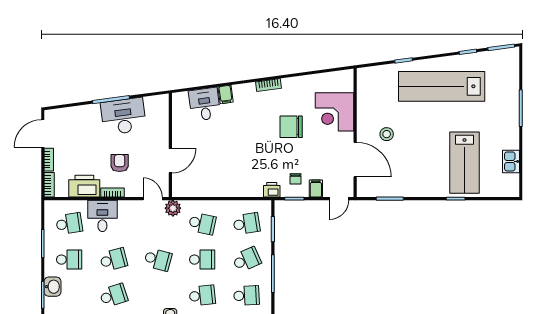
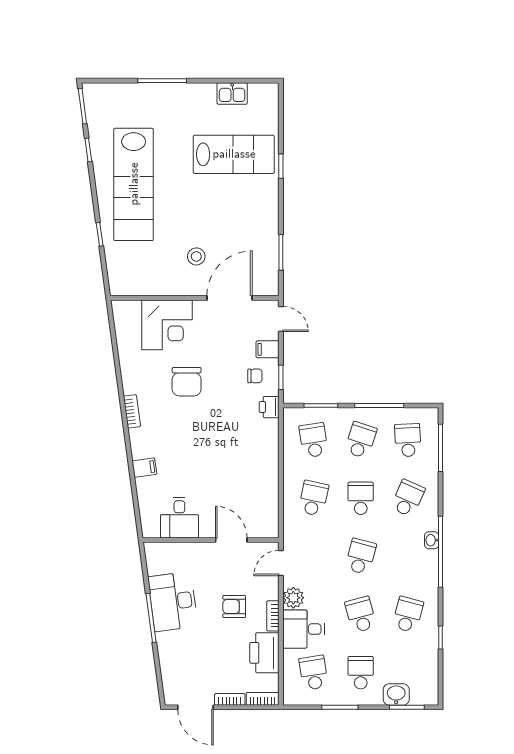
desk: (205, 104) -> (179, 518), moved, turned -82
plant: (173, 208) -> (293, 598), moved
school desk: (247, 260) -> (361, 440), turned 42
school desk: (113, 295) -> (408, 615), turned 33
school desk: (202, 295) -> (408, 498), turned 30

